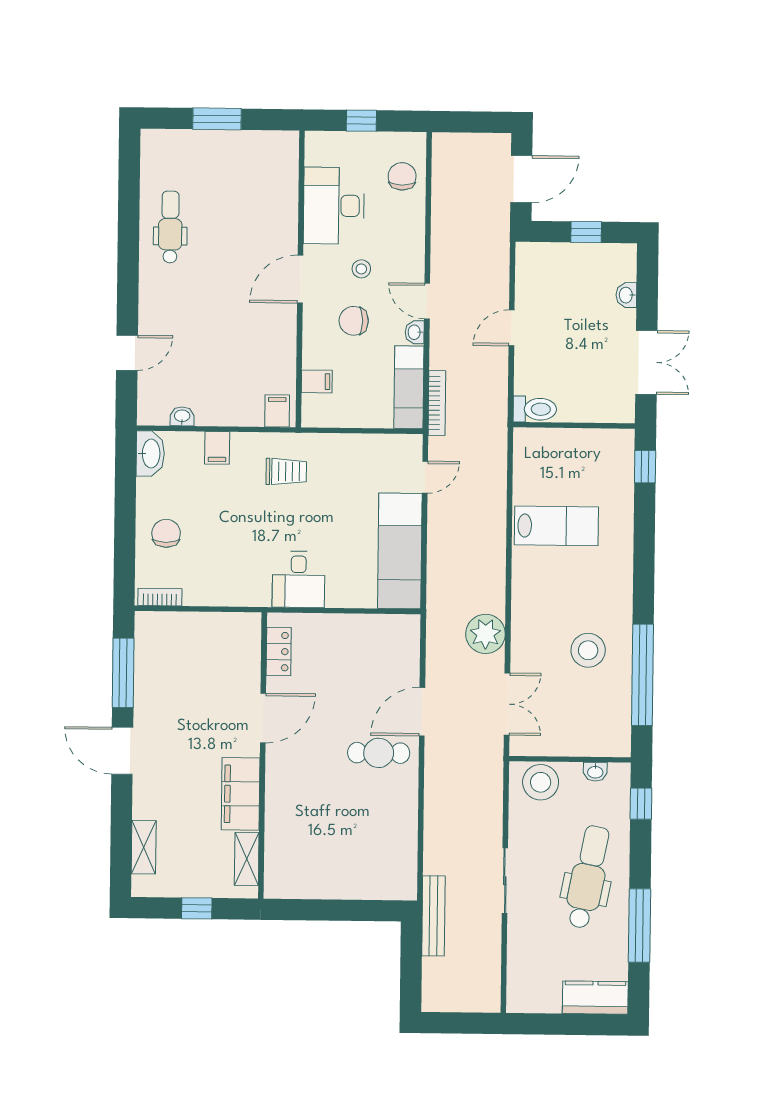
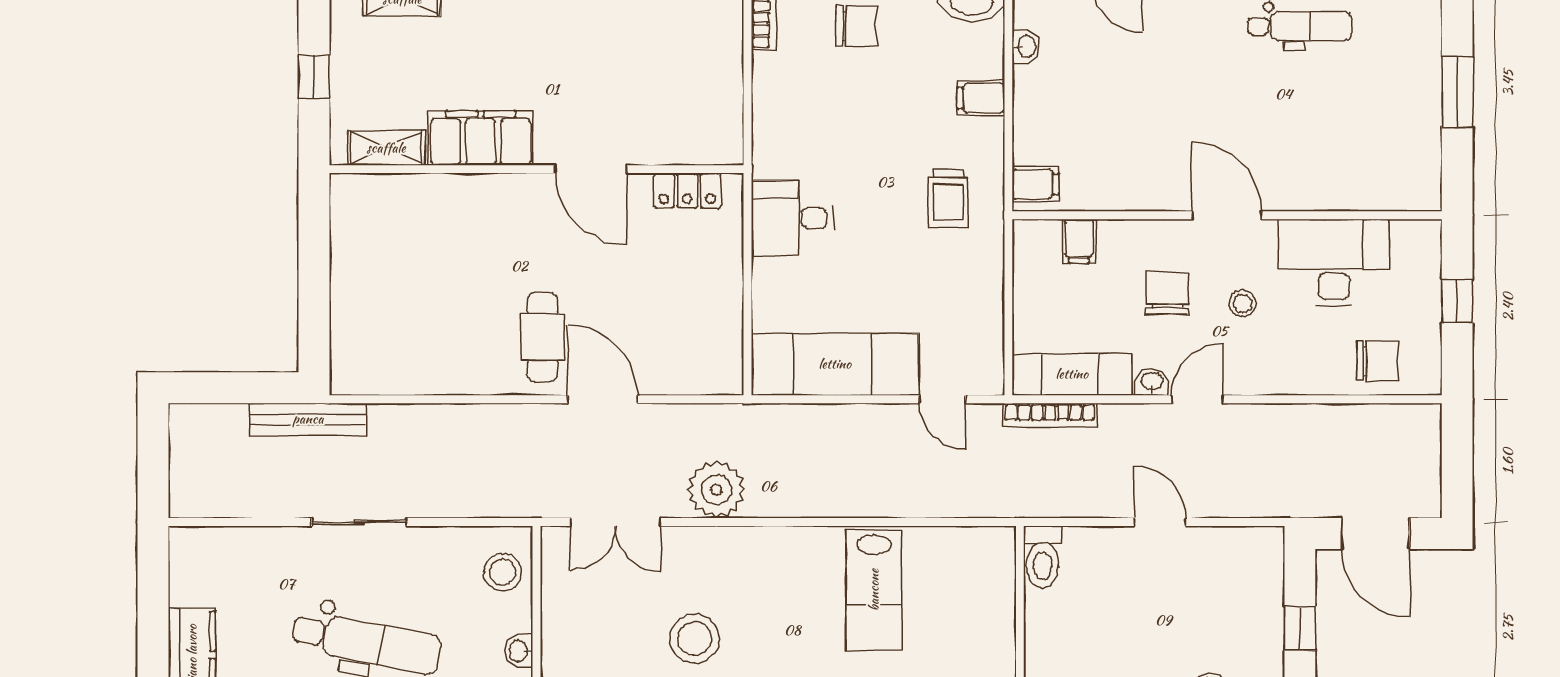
stool: (541, 782) -> (503, 572), width x0.73, depth x0.73

